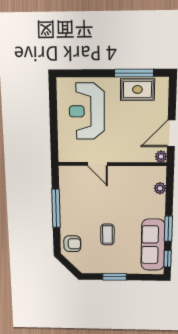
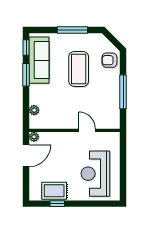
window: (134, 73) -> (57, 204), width x0.46
reception desk: (87, 111) -> (95, 174), turned 180
coffee table: (107, 234) -> (79, 69), width x1.86, depth x1.72
window: (115, 277) -> (72, 30), width x1.44

